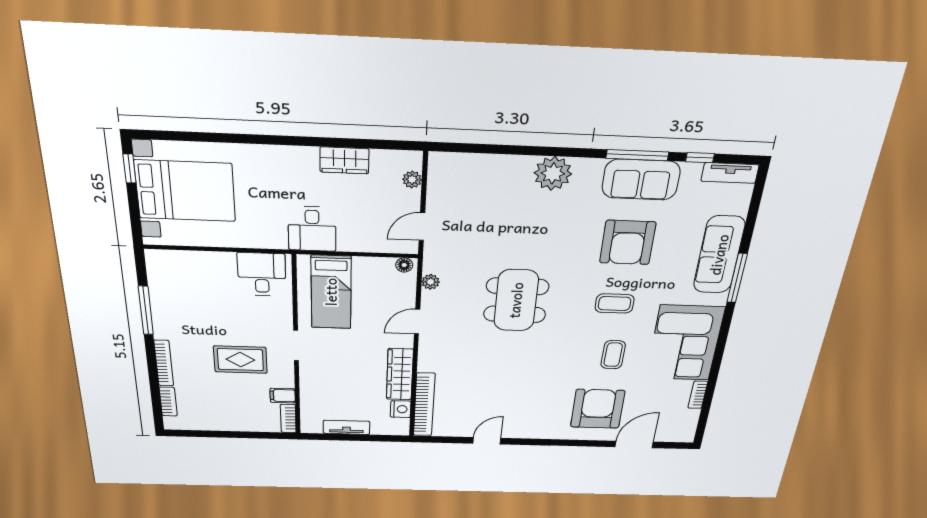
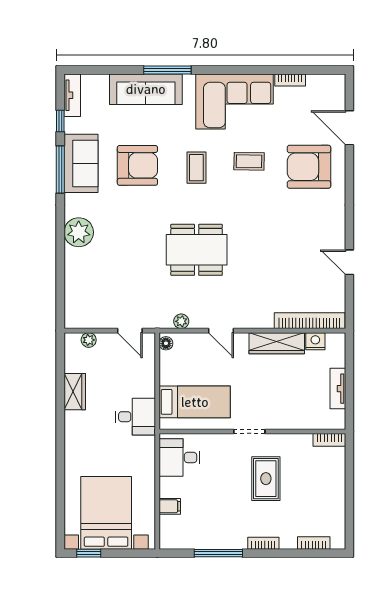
bookcase: (164, 363) -> (263, 543), width x0.64
filing cabinet: (283, 396) -> (170, 506), moved, turned -90

